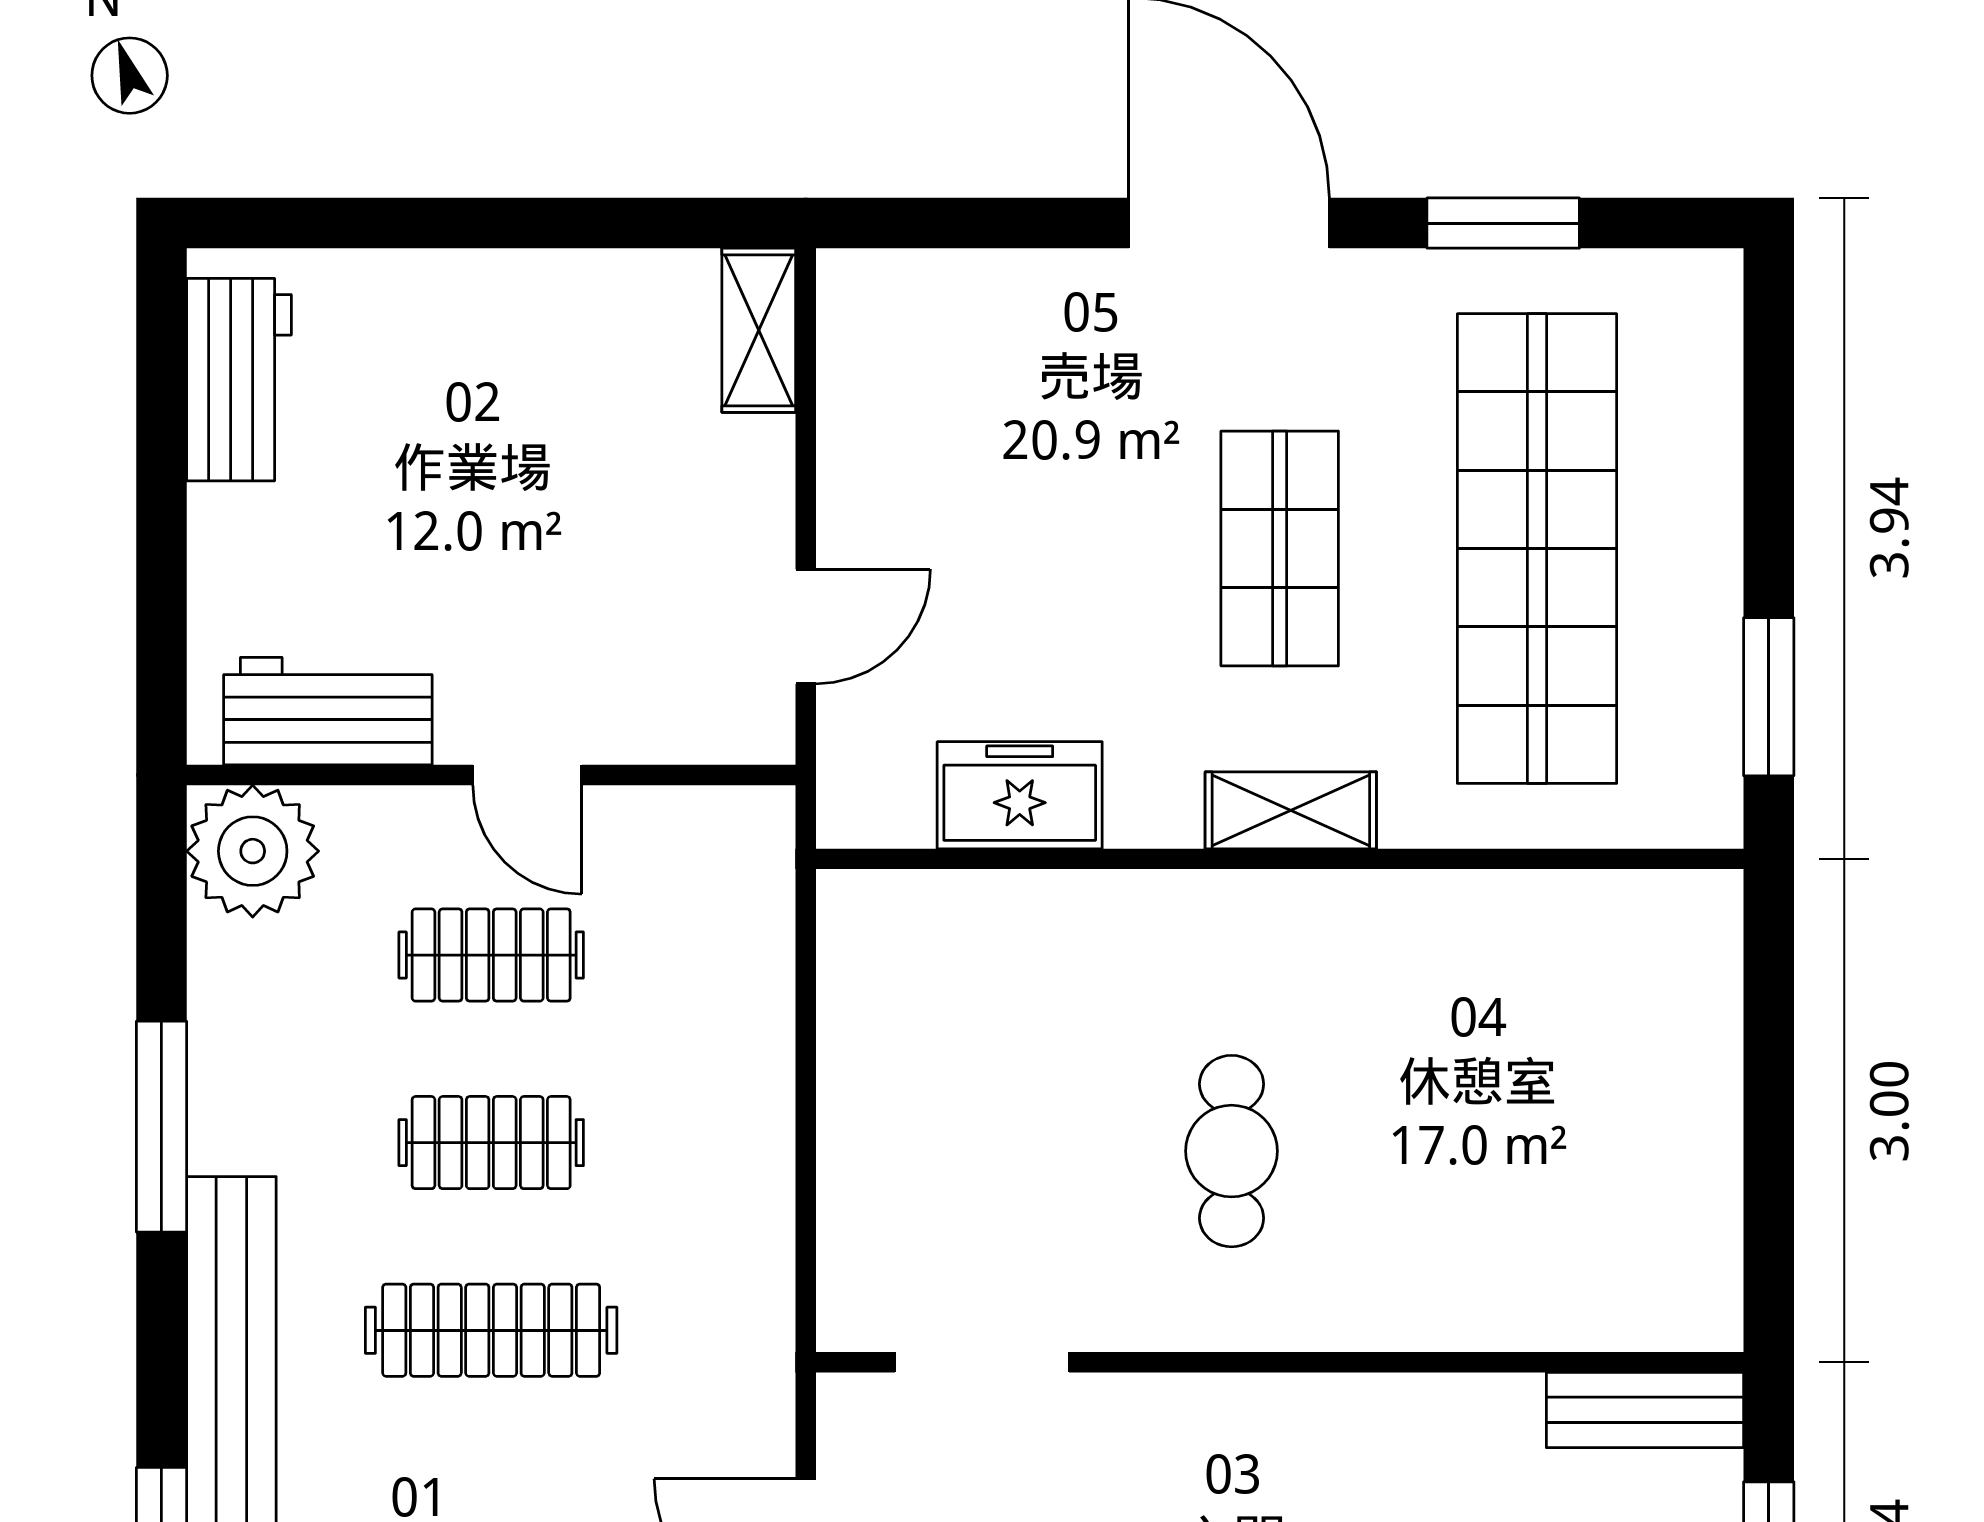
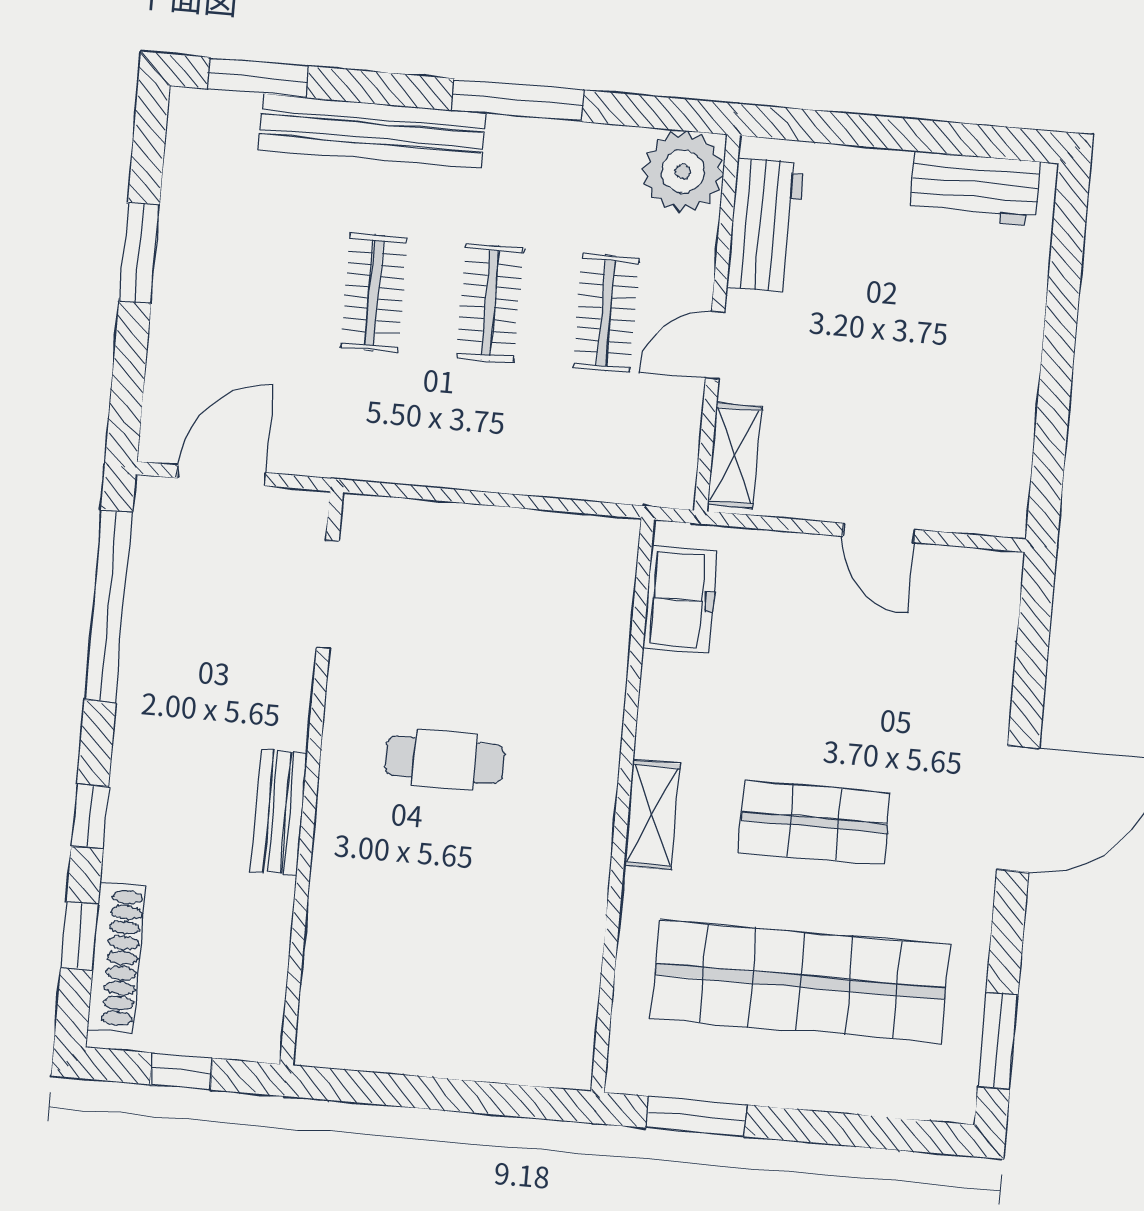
window: (1503, 223) -> (998, 1041), moved
shelving: (759, 330) -> (735, 456), moved, turned 90
door: (806, 626) -> (879, 533), moved
freezer: (1020, 795) -> (680, 600), moved
clothes rail: (491, 1330) -> (374, 293), width x0.73
bench: (1645, 1410) -> (279, 812), moved

